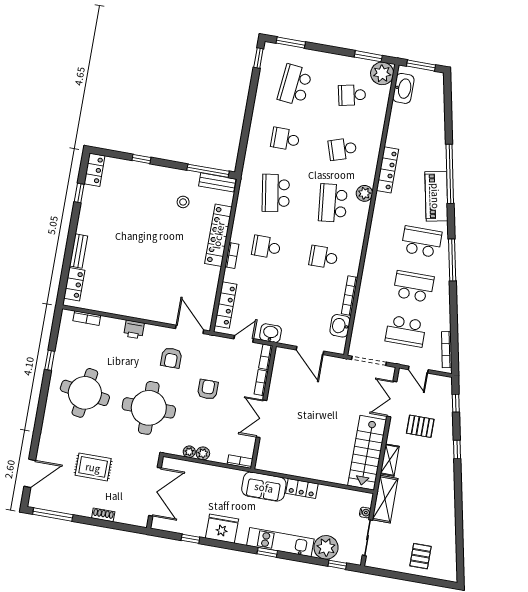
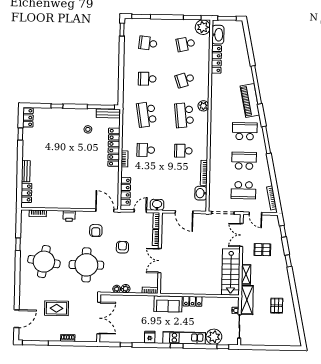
school desk: (295, 85) -> (148, 43), width x0.54
locker: (387, 170) -> (216, 59), moved
fridge: (222, 529) -> (150, 337), width x0.53, depth x0.75
pallet: (420, 556) -> (277, 306), moved

